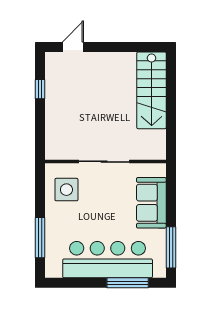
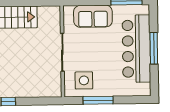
window: (40, 238) -> (98, 100), moved
window: (128, 283) -> (154, 48), moved

